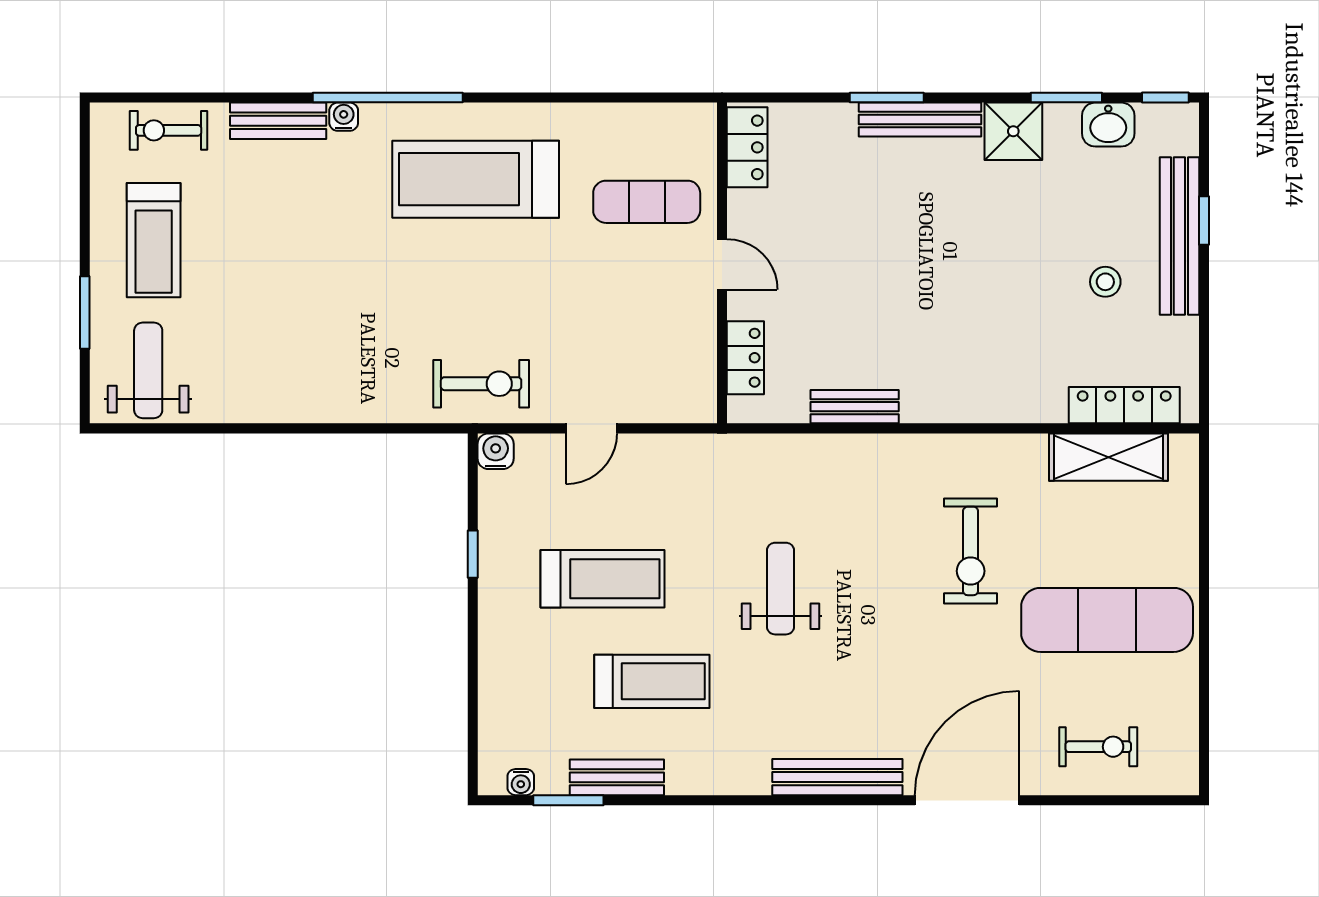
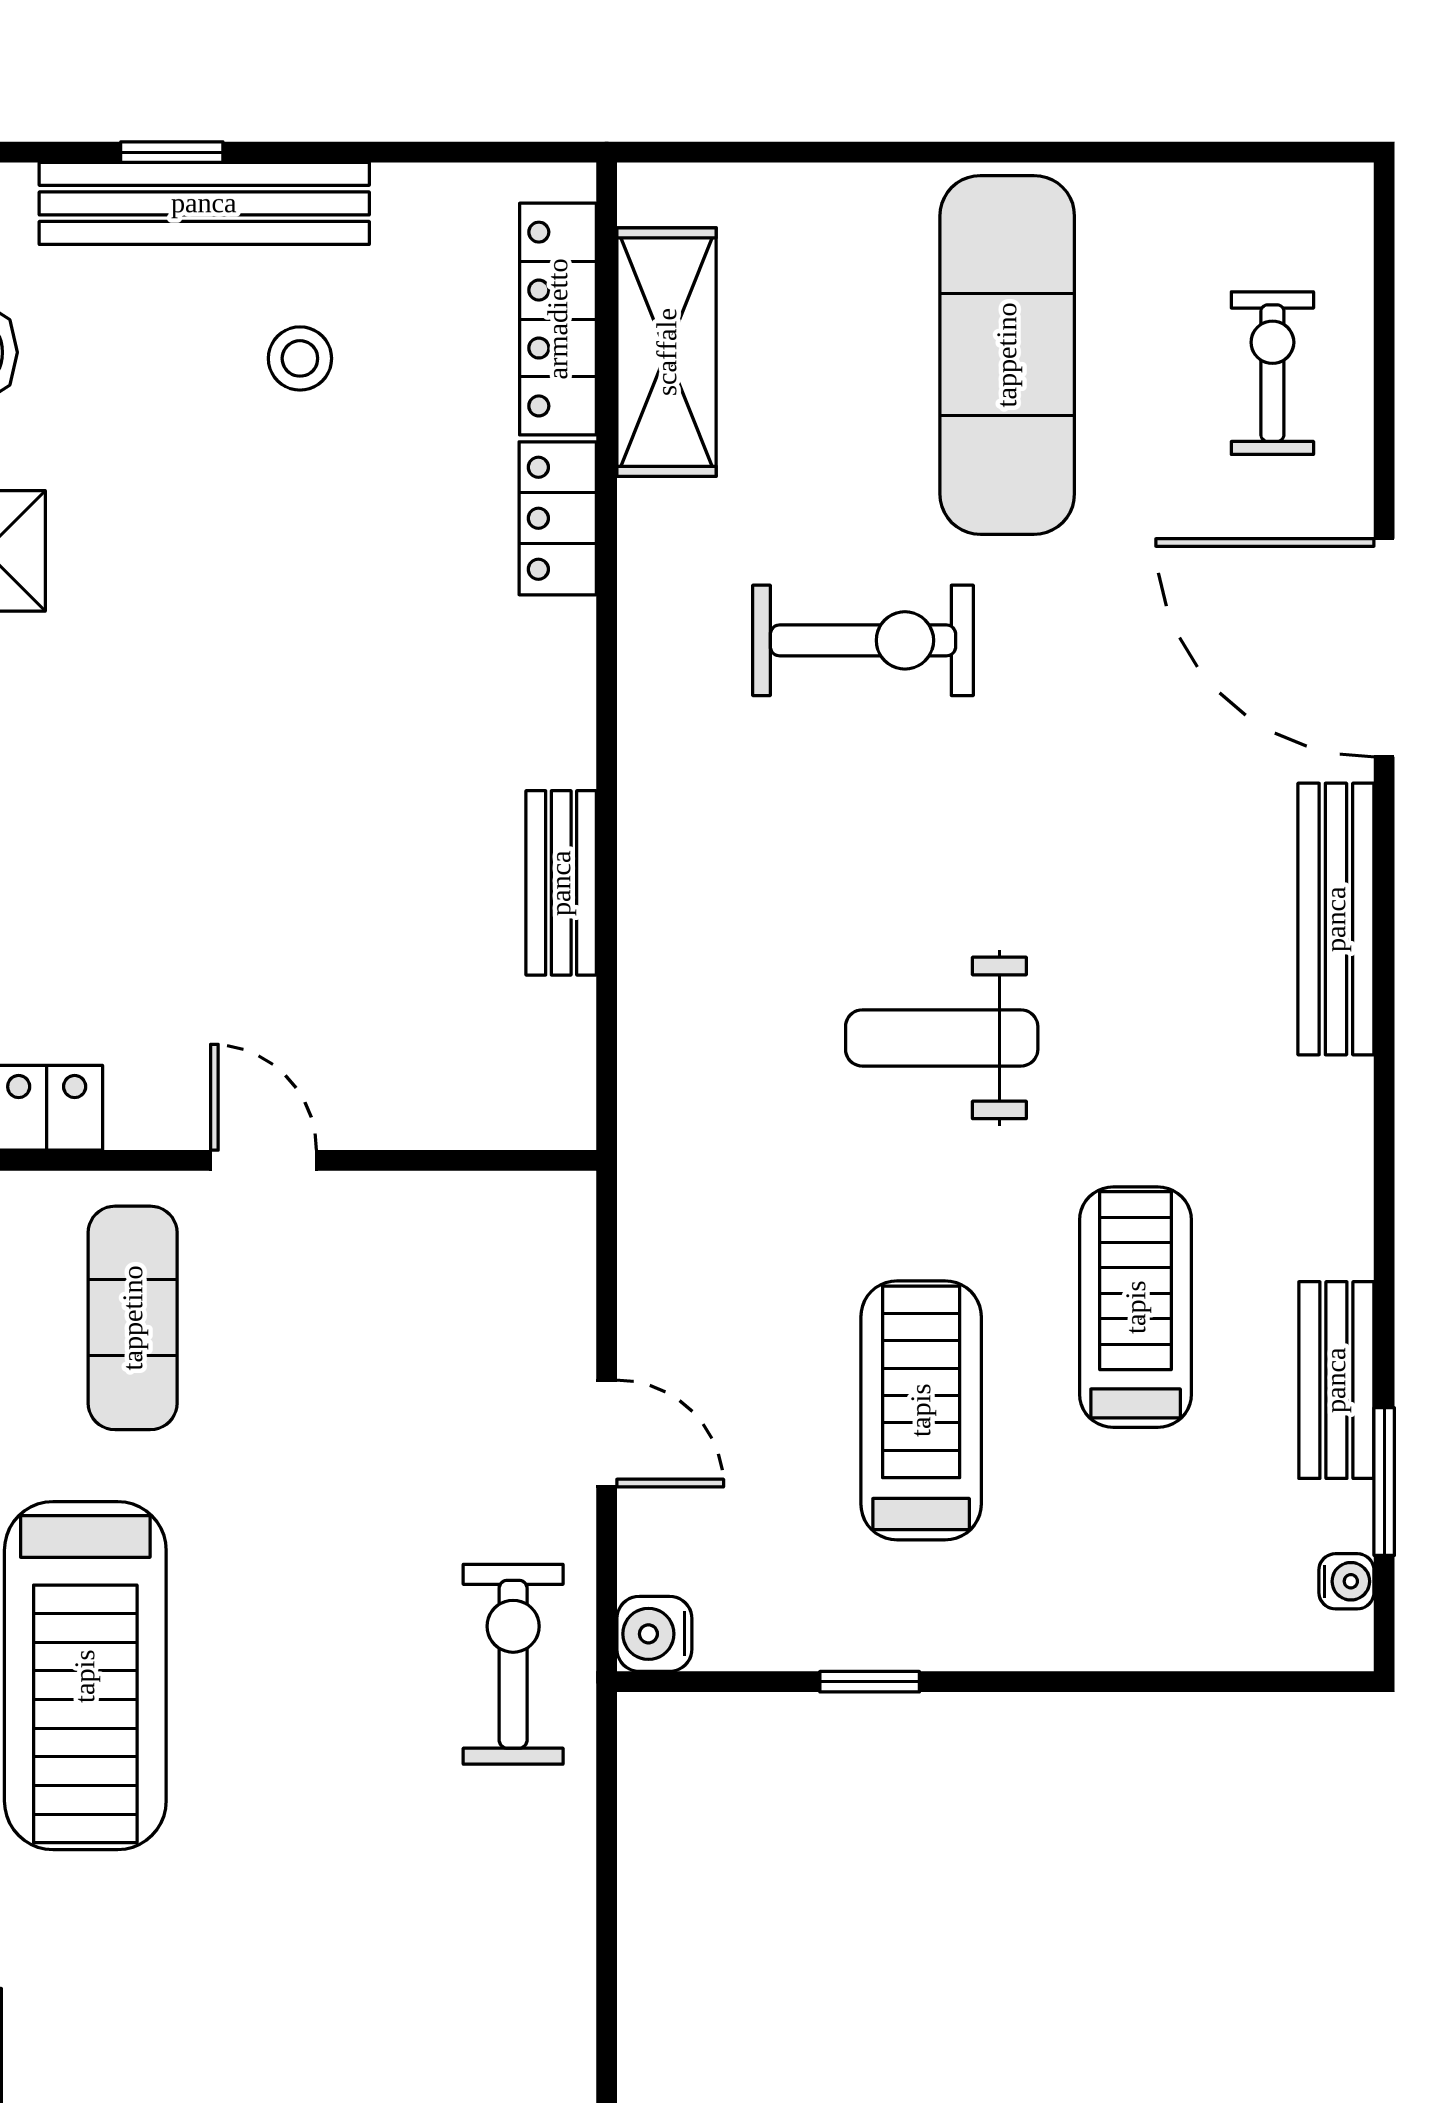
door: (722, 264) -> (263, 1160), hinge flipped
locker: (745, 358) -> (558, 518), moved, turned -90

